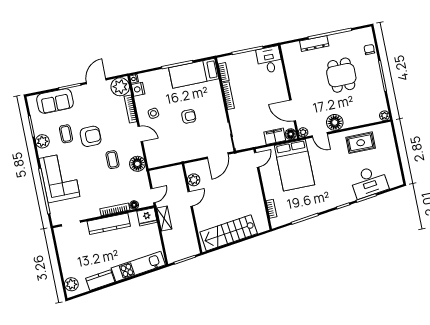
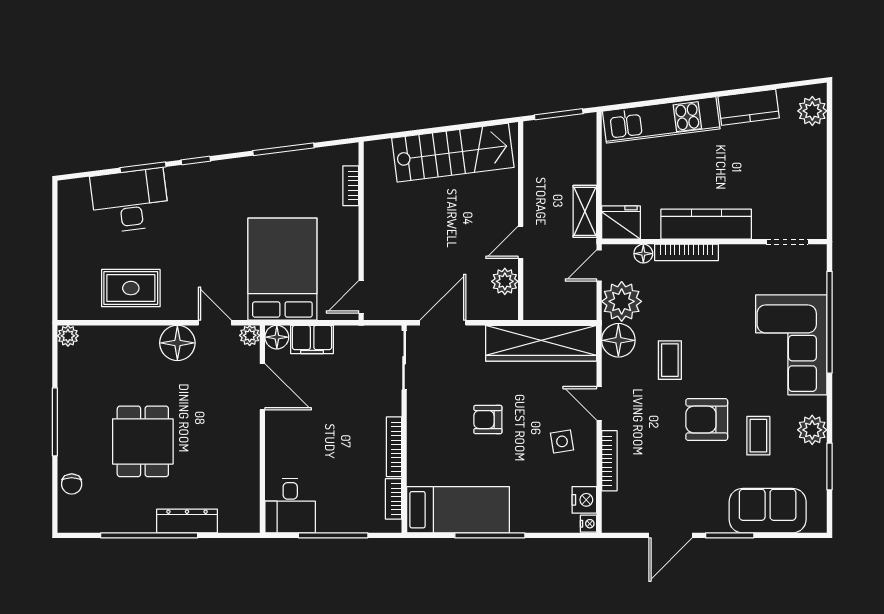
plant: (120, 87) -> (622, 301), moved
wardrobe: (172, 155) -> (541, 343), added

